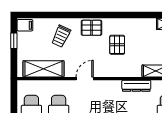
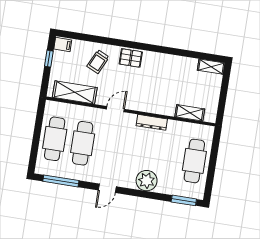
pallet: (117, 45) -> (154, 80), removed
dresser: (136, 86) -> (152, 122), moved

